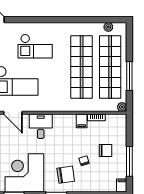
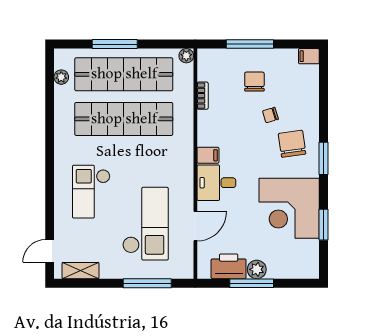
checkout: (35, 46) -> (91, 192), turned 180
window: (129, 76) -> (115, 44), moved
filing cabinet: (82, 121) -> (208, 155), moved
window: (129, 161) -> (250, 44), moved

